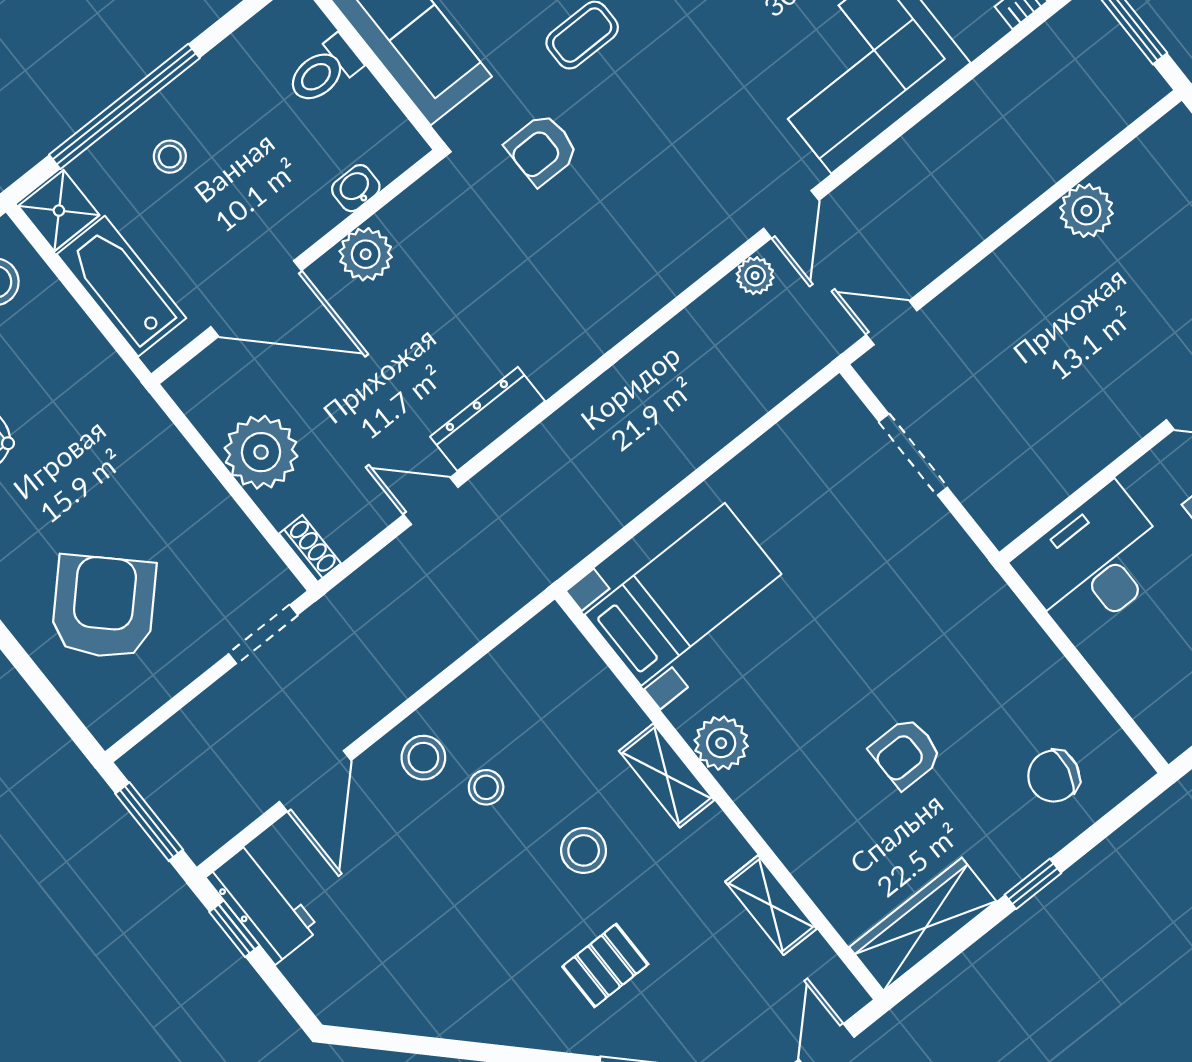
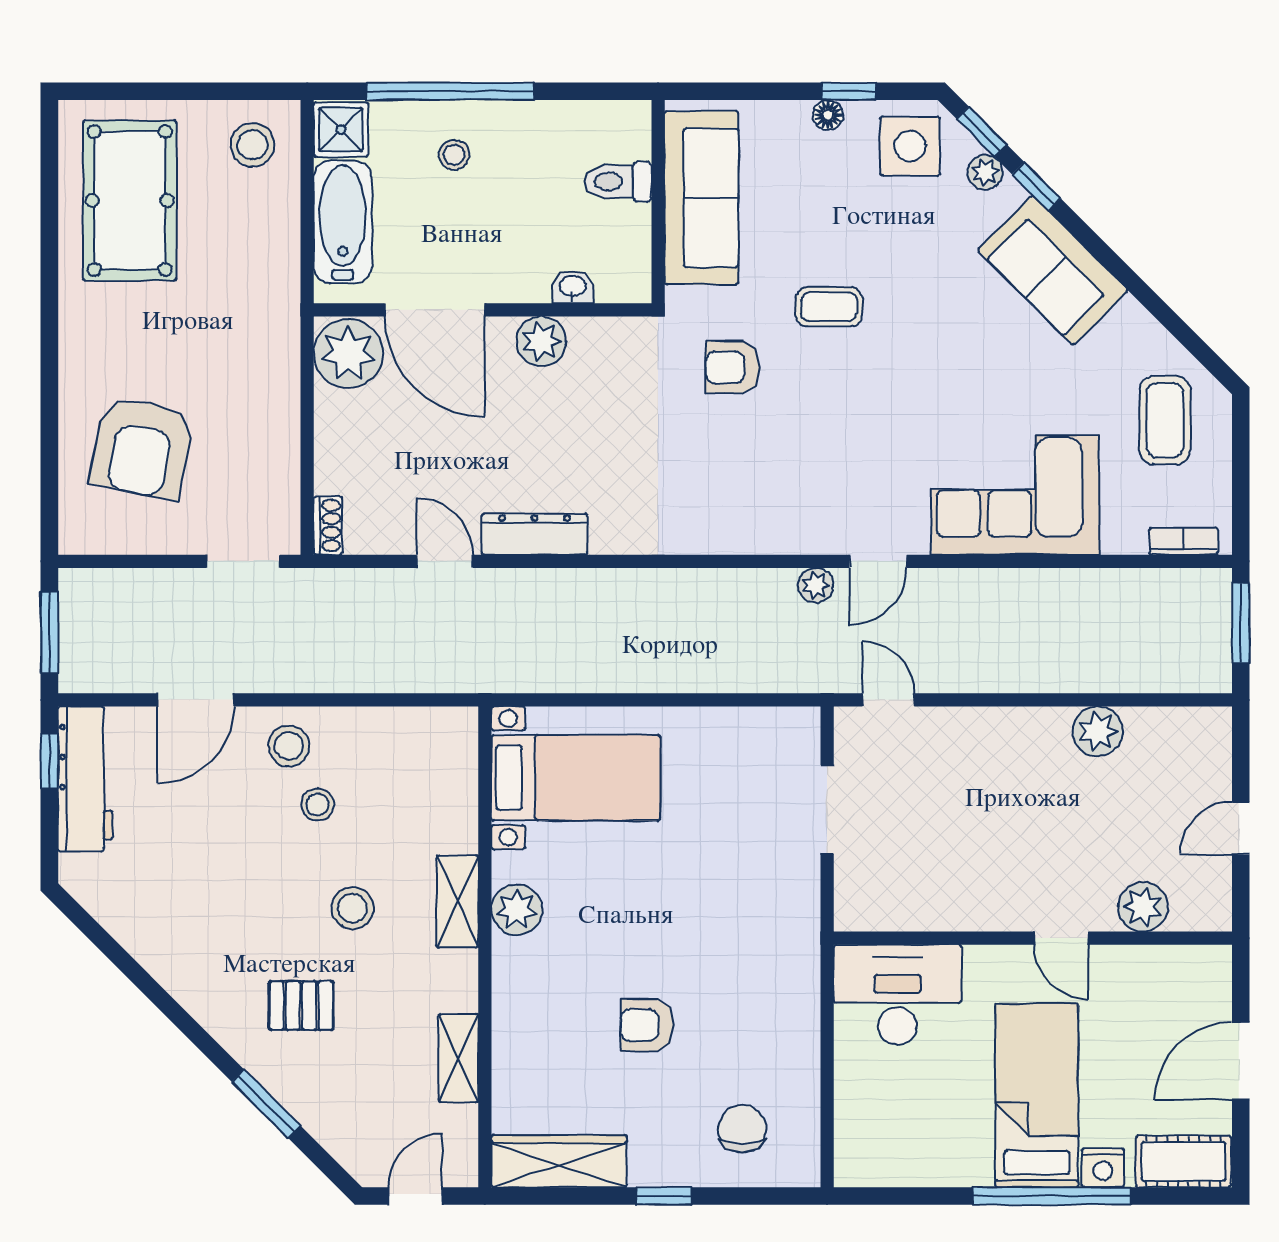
plant: (261, 452) -> (348, 354), moved
armchair: (104, 607) -> (142, 448), turned 147
chair: (1054, 776) -> (742, 1129), turned 78
workbench: (263, 903) -> (85, 779), width x1.38

